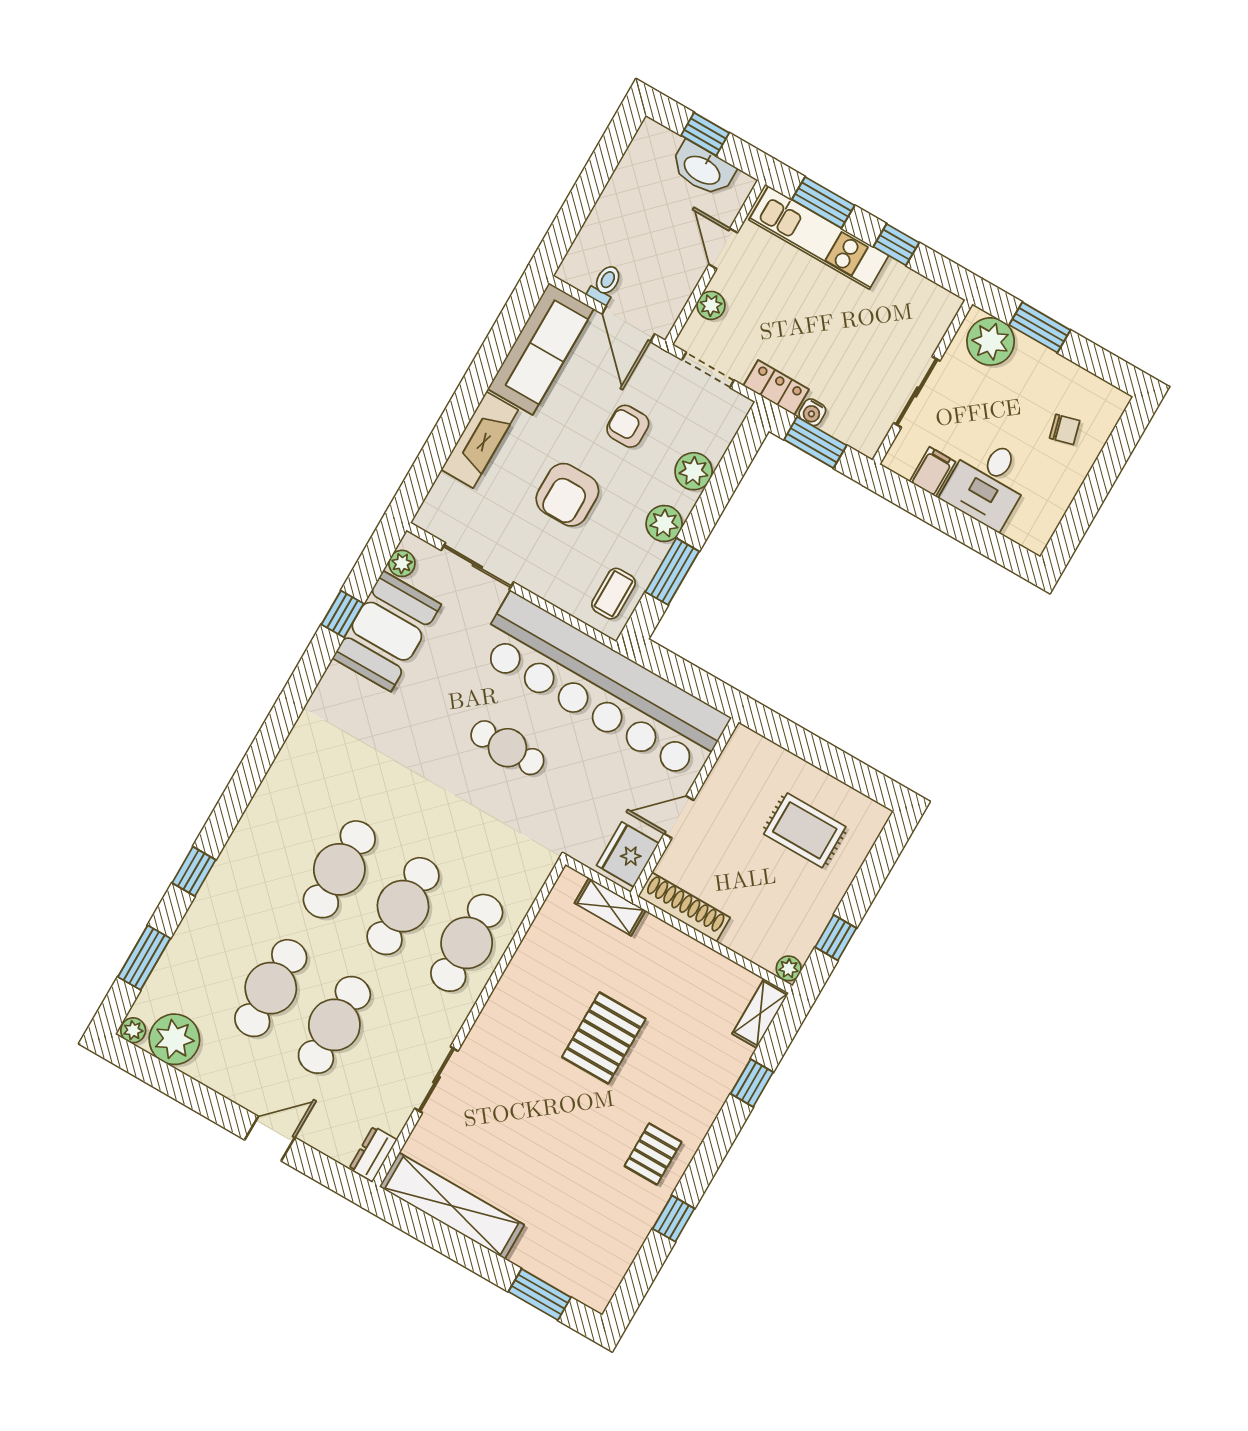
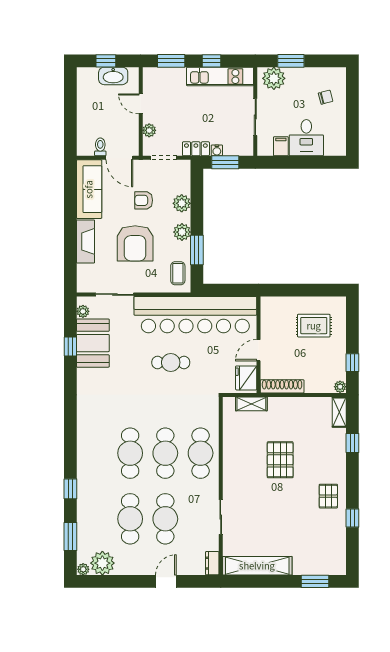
kitchen unit: (819, 238) -> (220, 76), moved
armchair: (567, 495) -> (135, 243), width x1.36, depth x1.36

